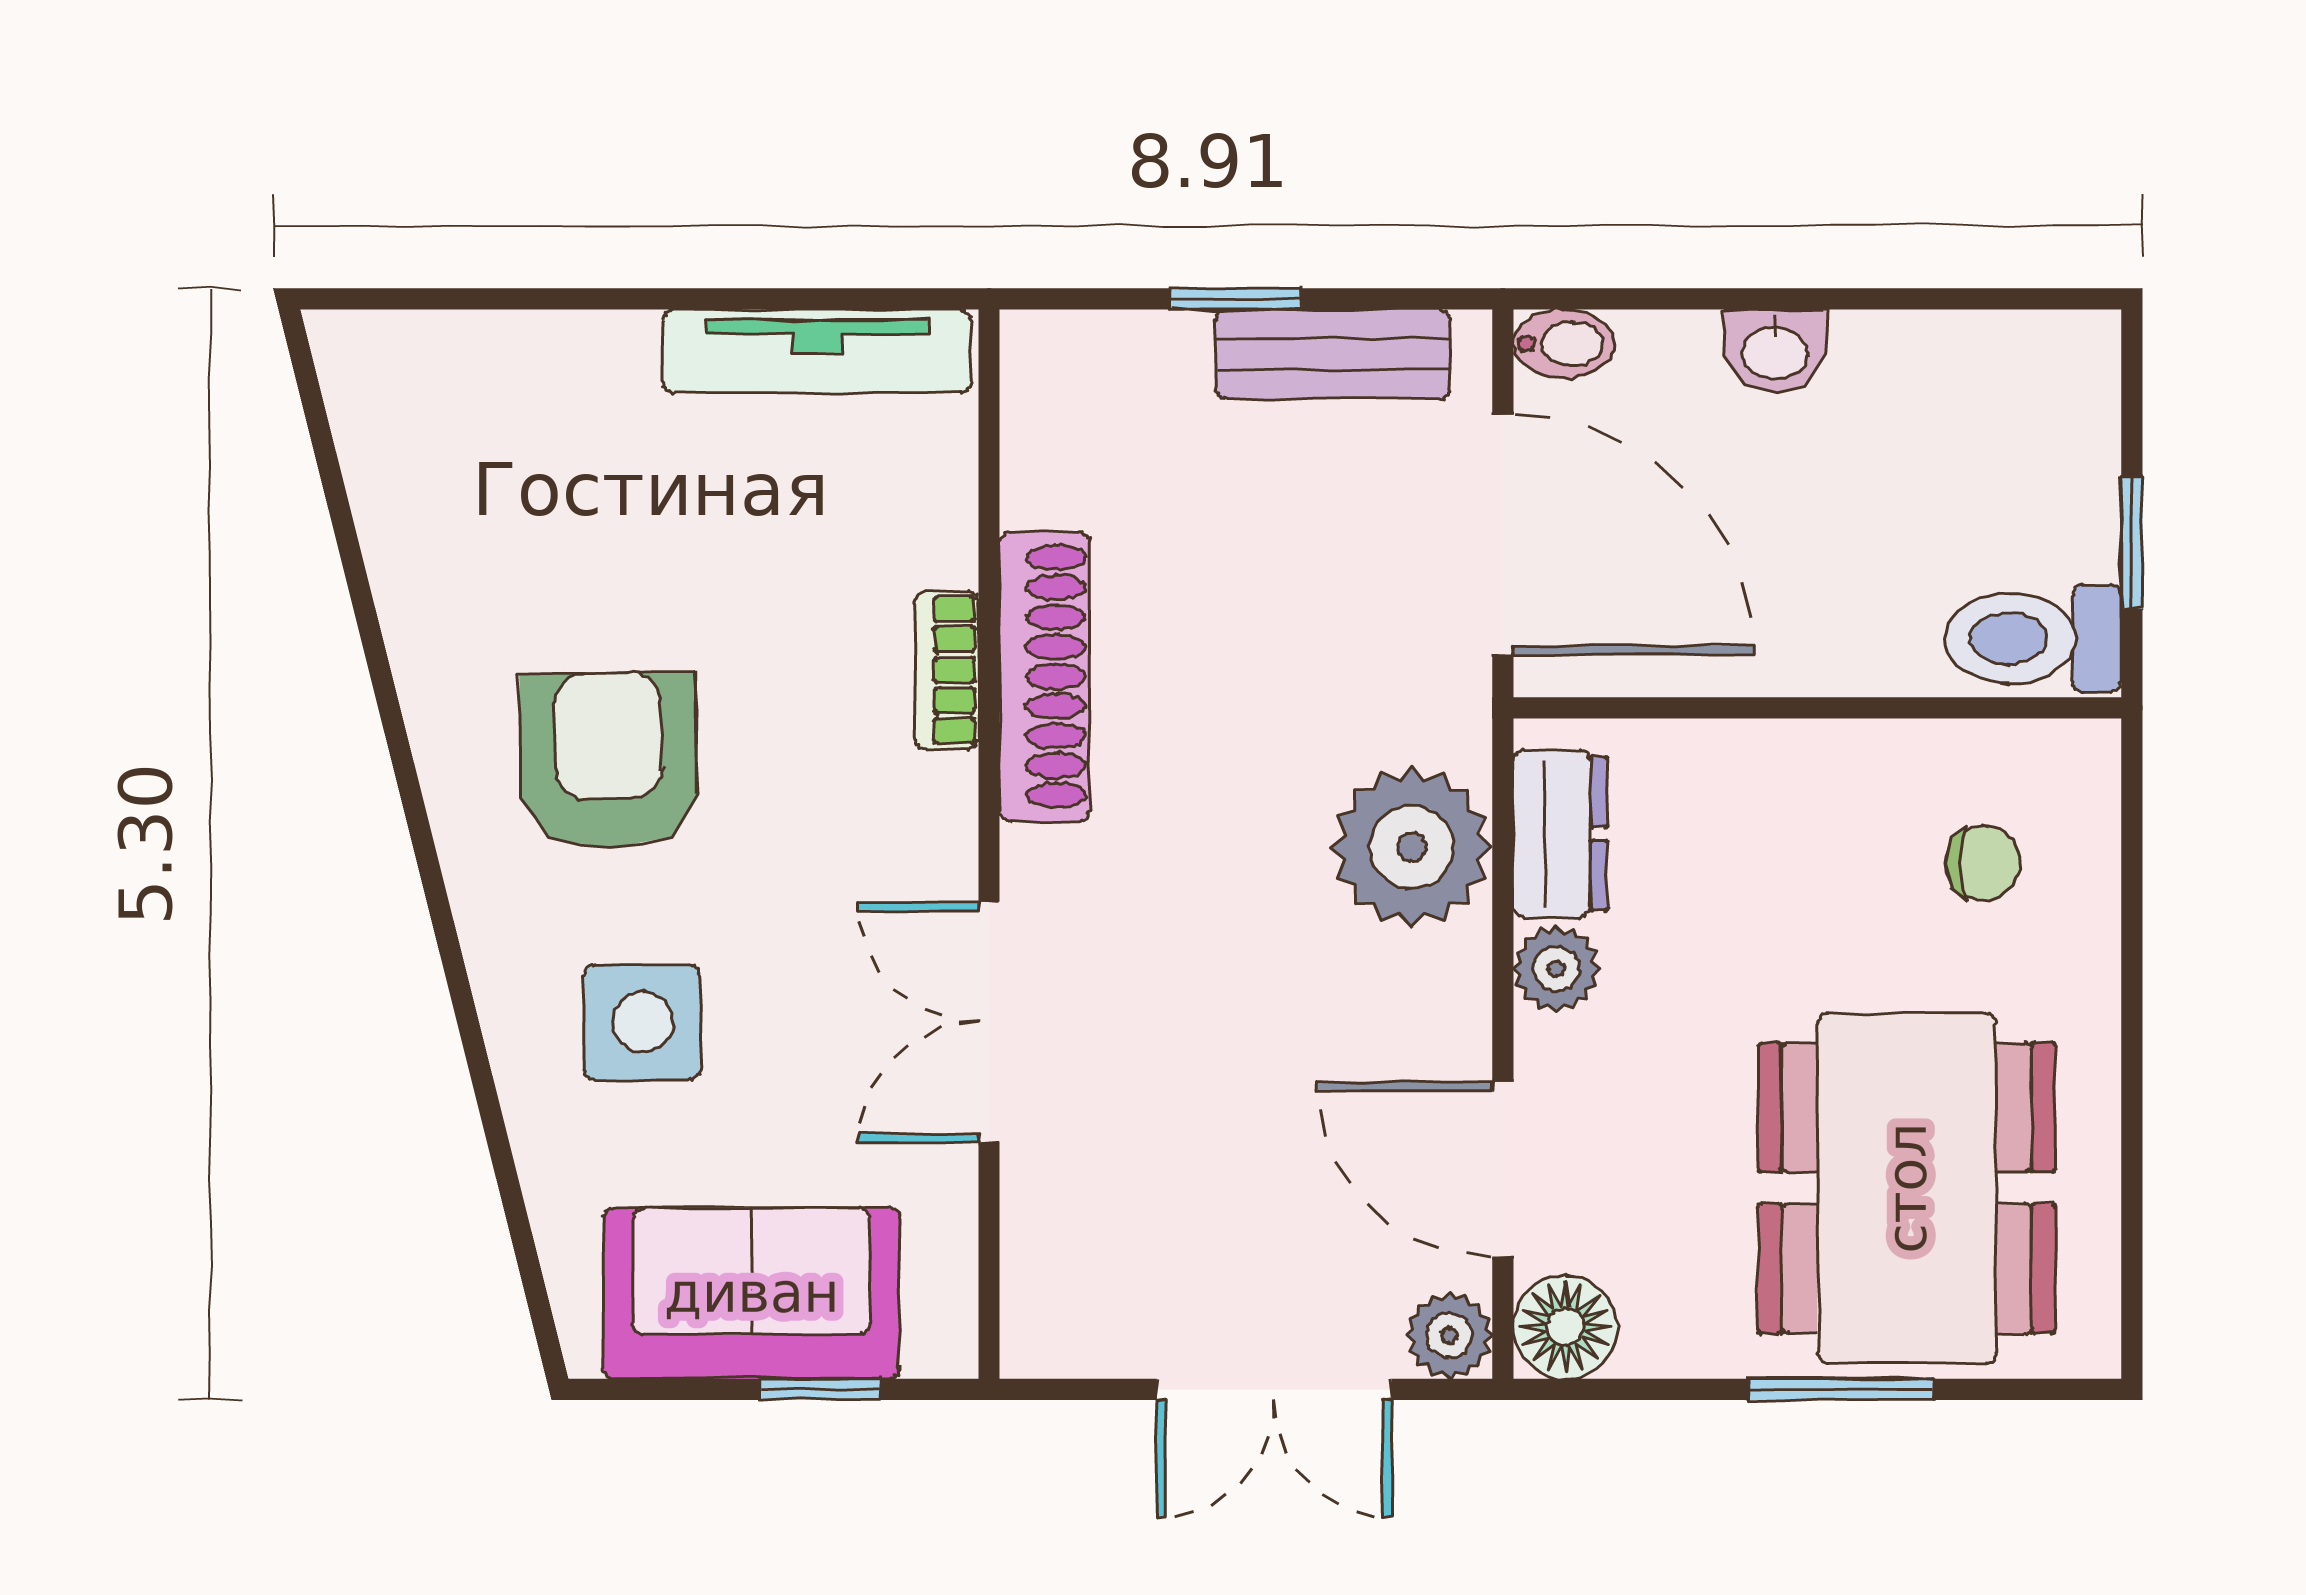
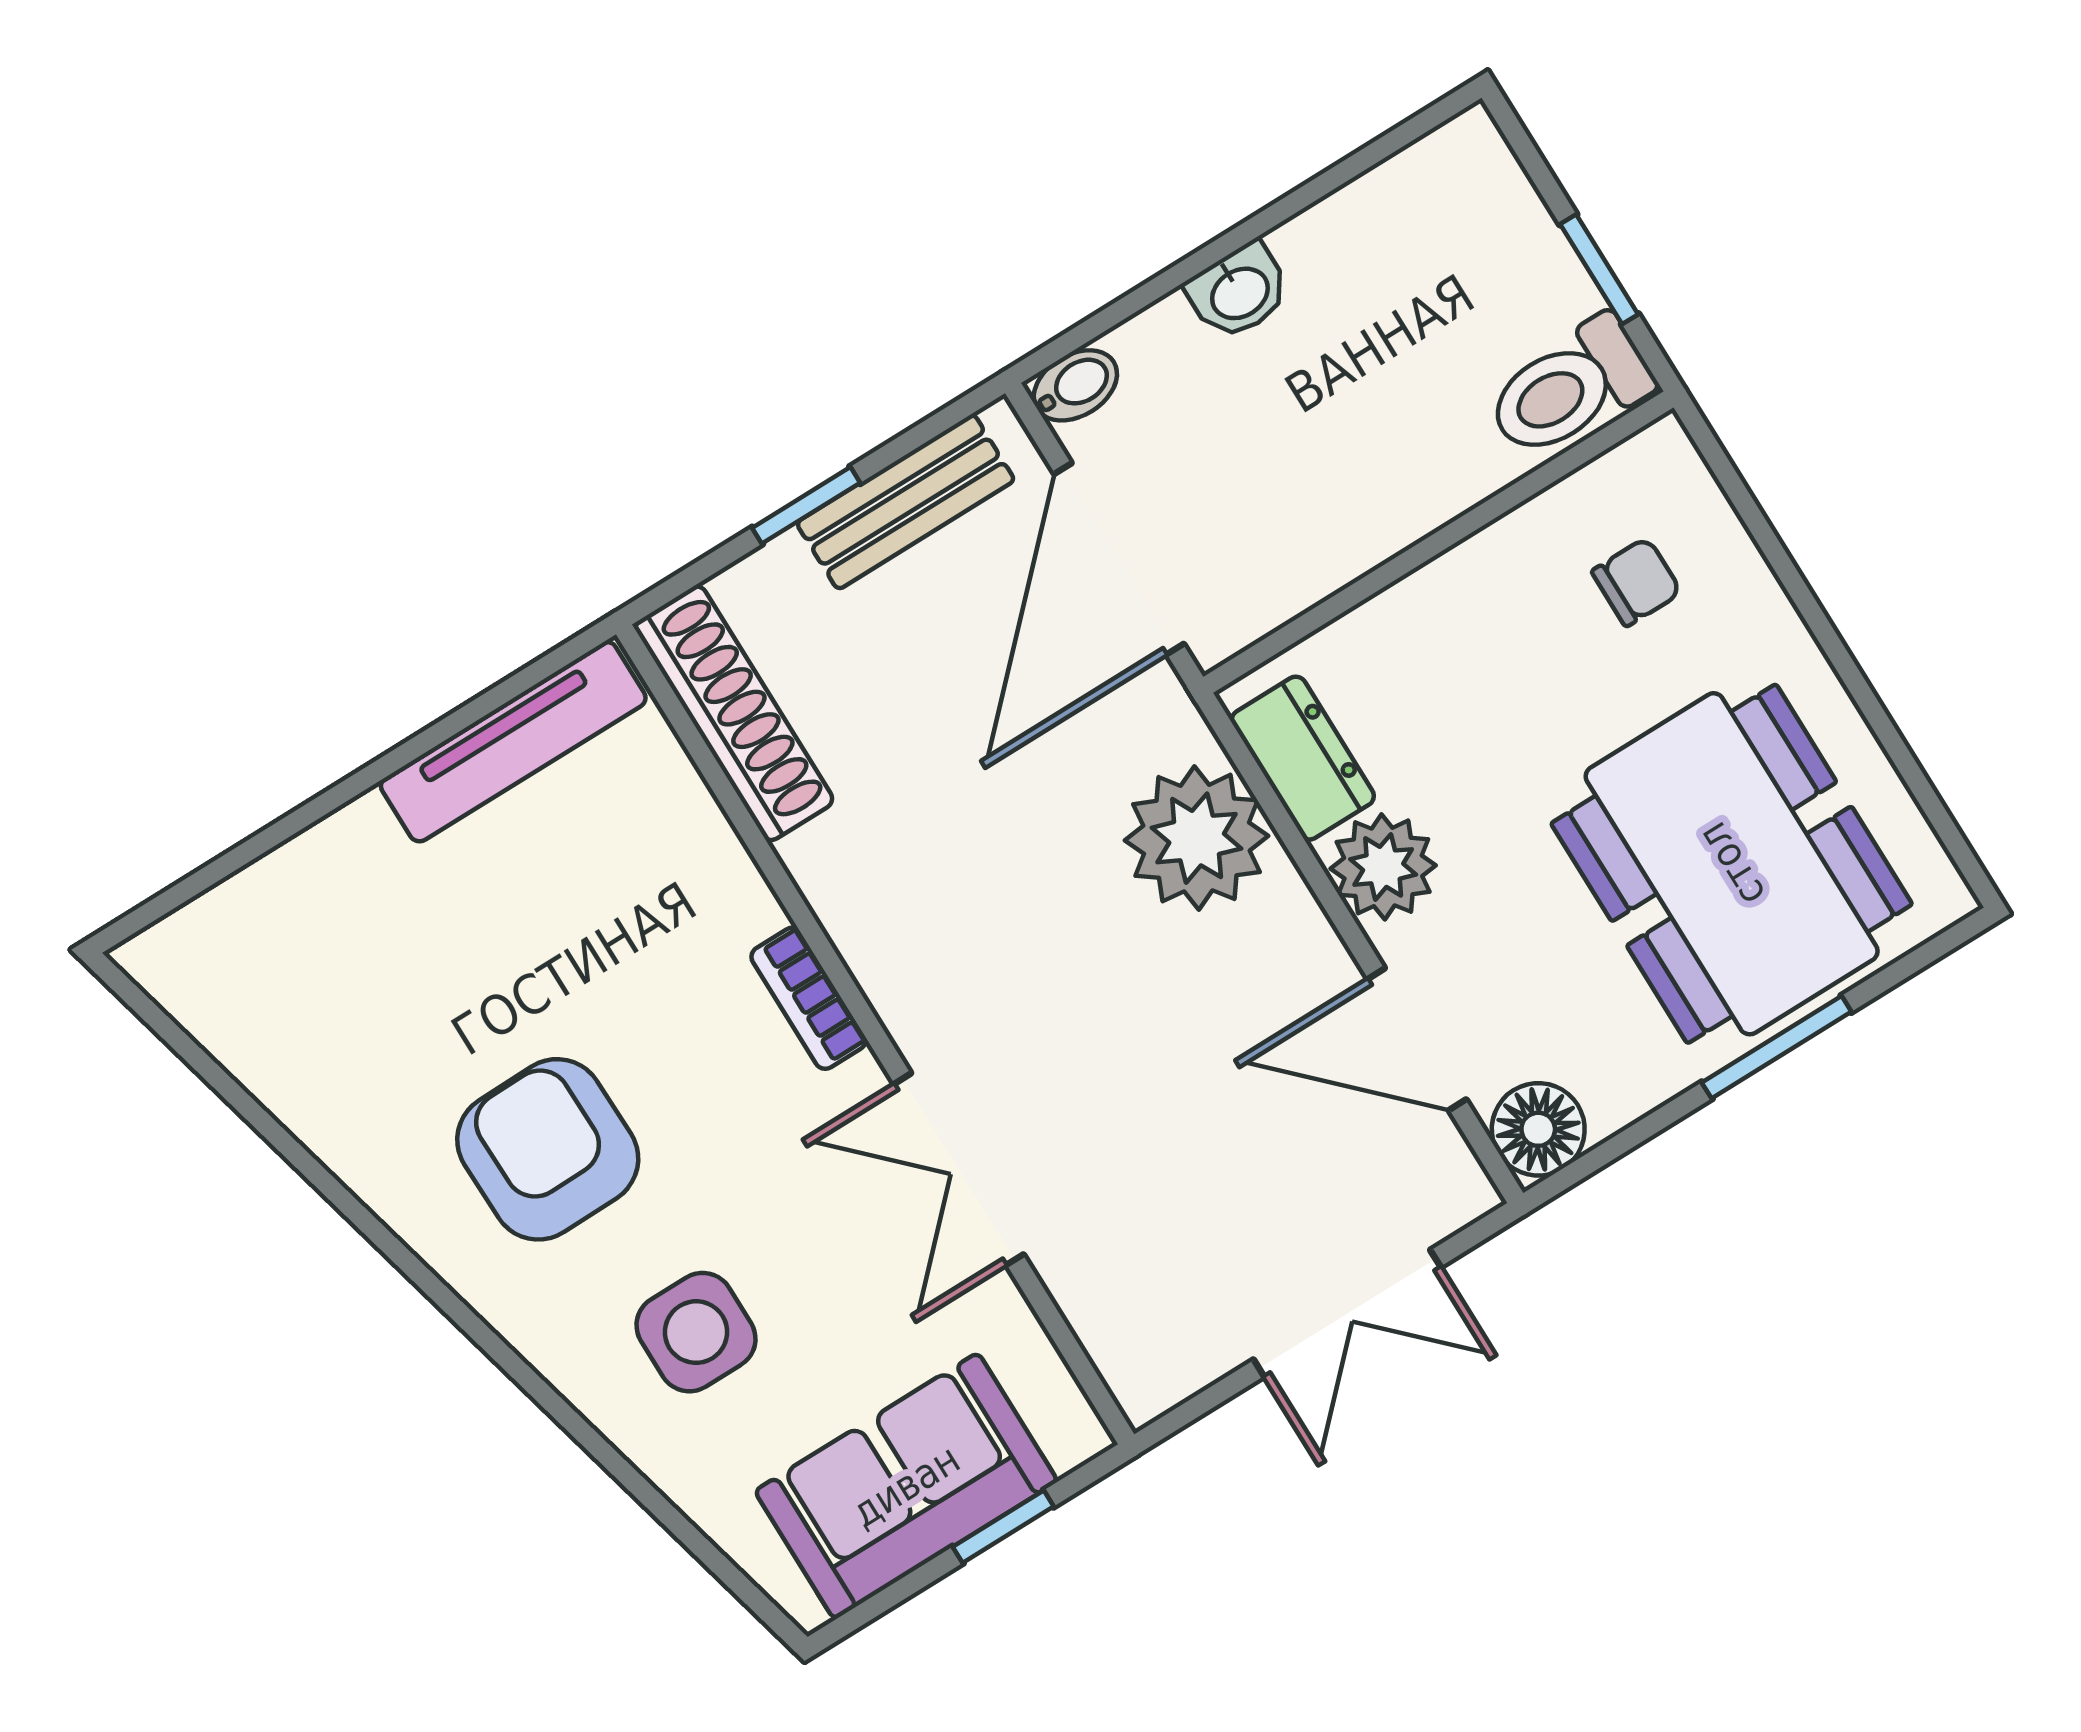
door: (1503, 535) -> (1119, 559), swing flipped
bookcase: (947, 670) -> (809, 998), moved
shoe rack: (1044, 677) -> (734, 713), moved
plant: (1556, 969) -> (1383, 867), width x1.38, depth x1.38
plant: (1449, 1335) -> (1454, 1191), removed

